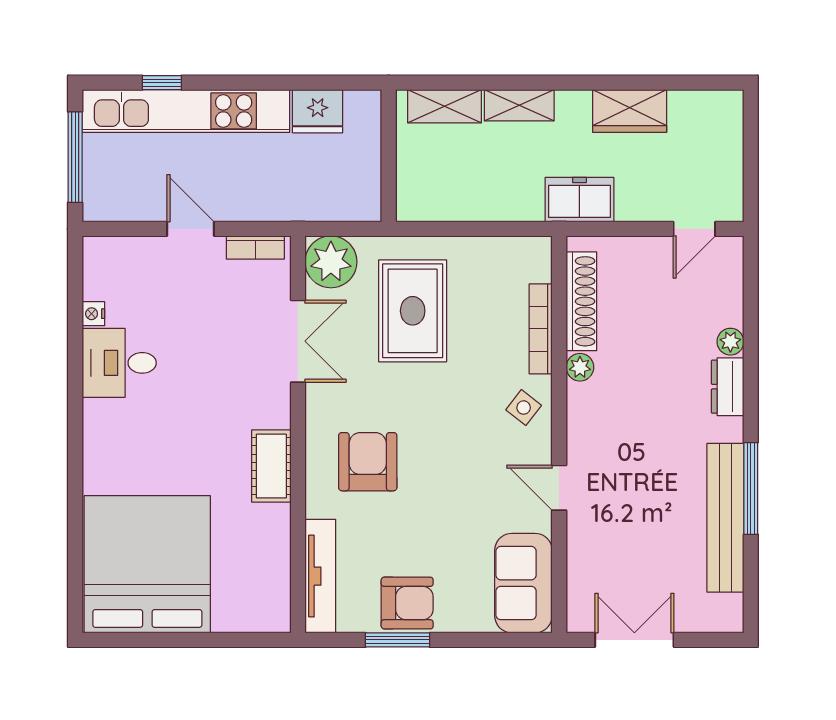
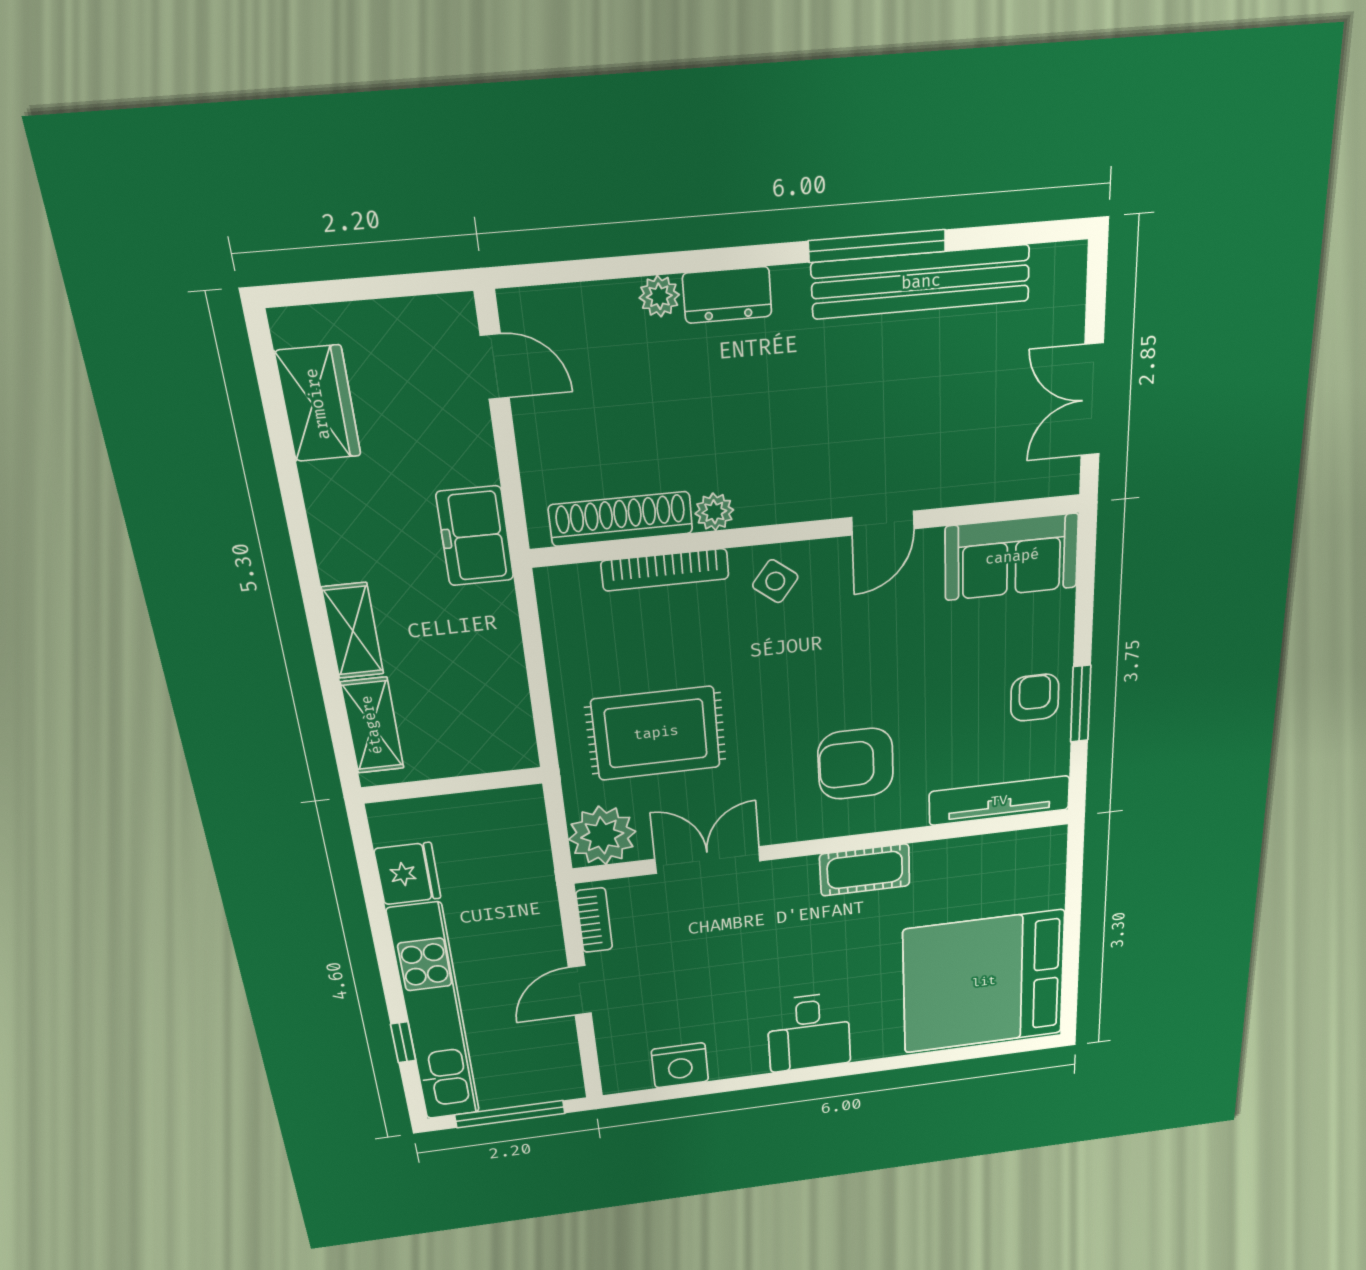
wardrobe: (630, 111) -> (318, 404), moved
nightstand: (93, 314) -> (680, 1065), width x1.89, depth x1.79
desk: (119, 363) -> (809, 1032), moved
armchair: (407, 603) -> (1035, 698), width x0.72, depth x0.72

